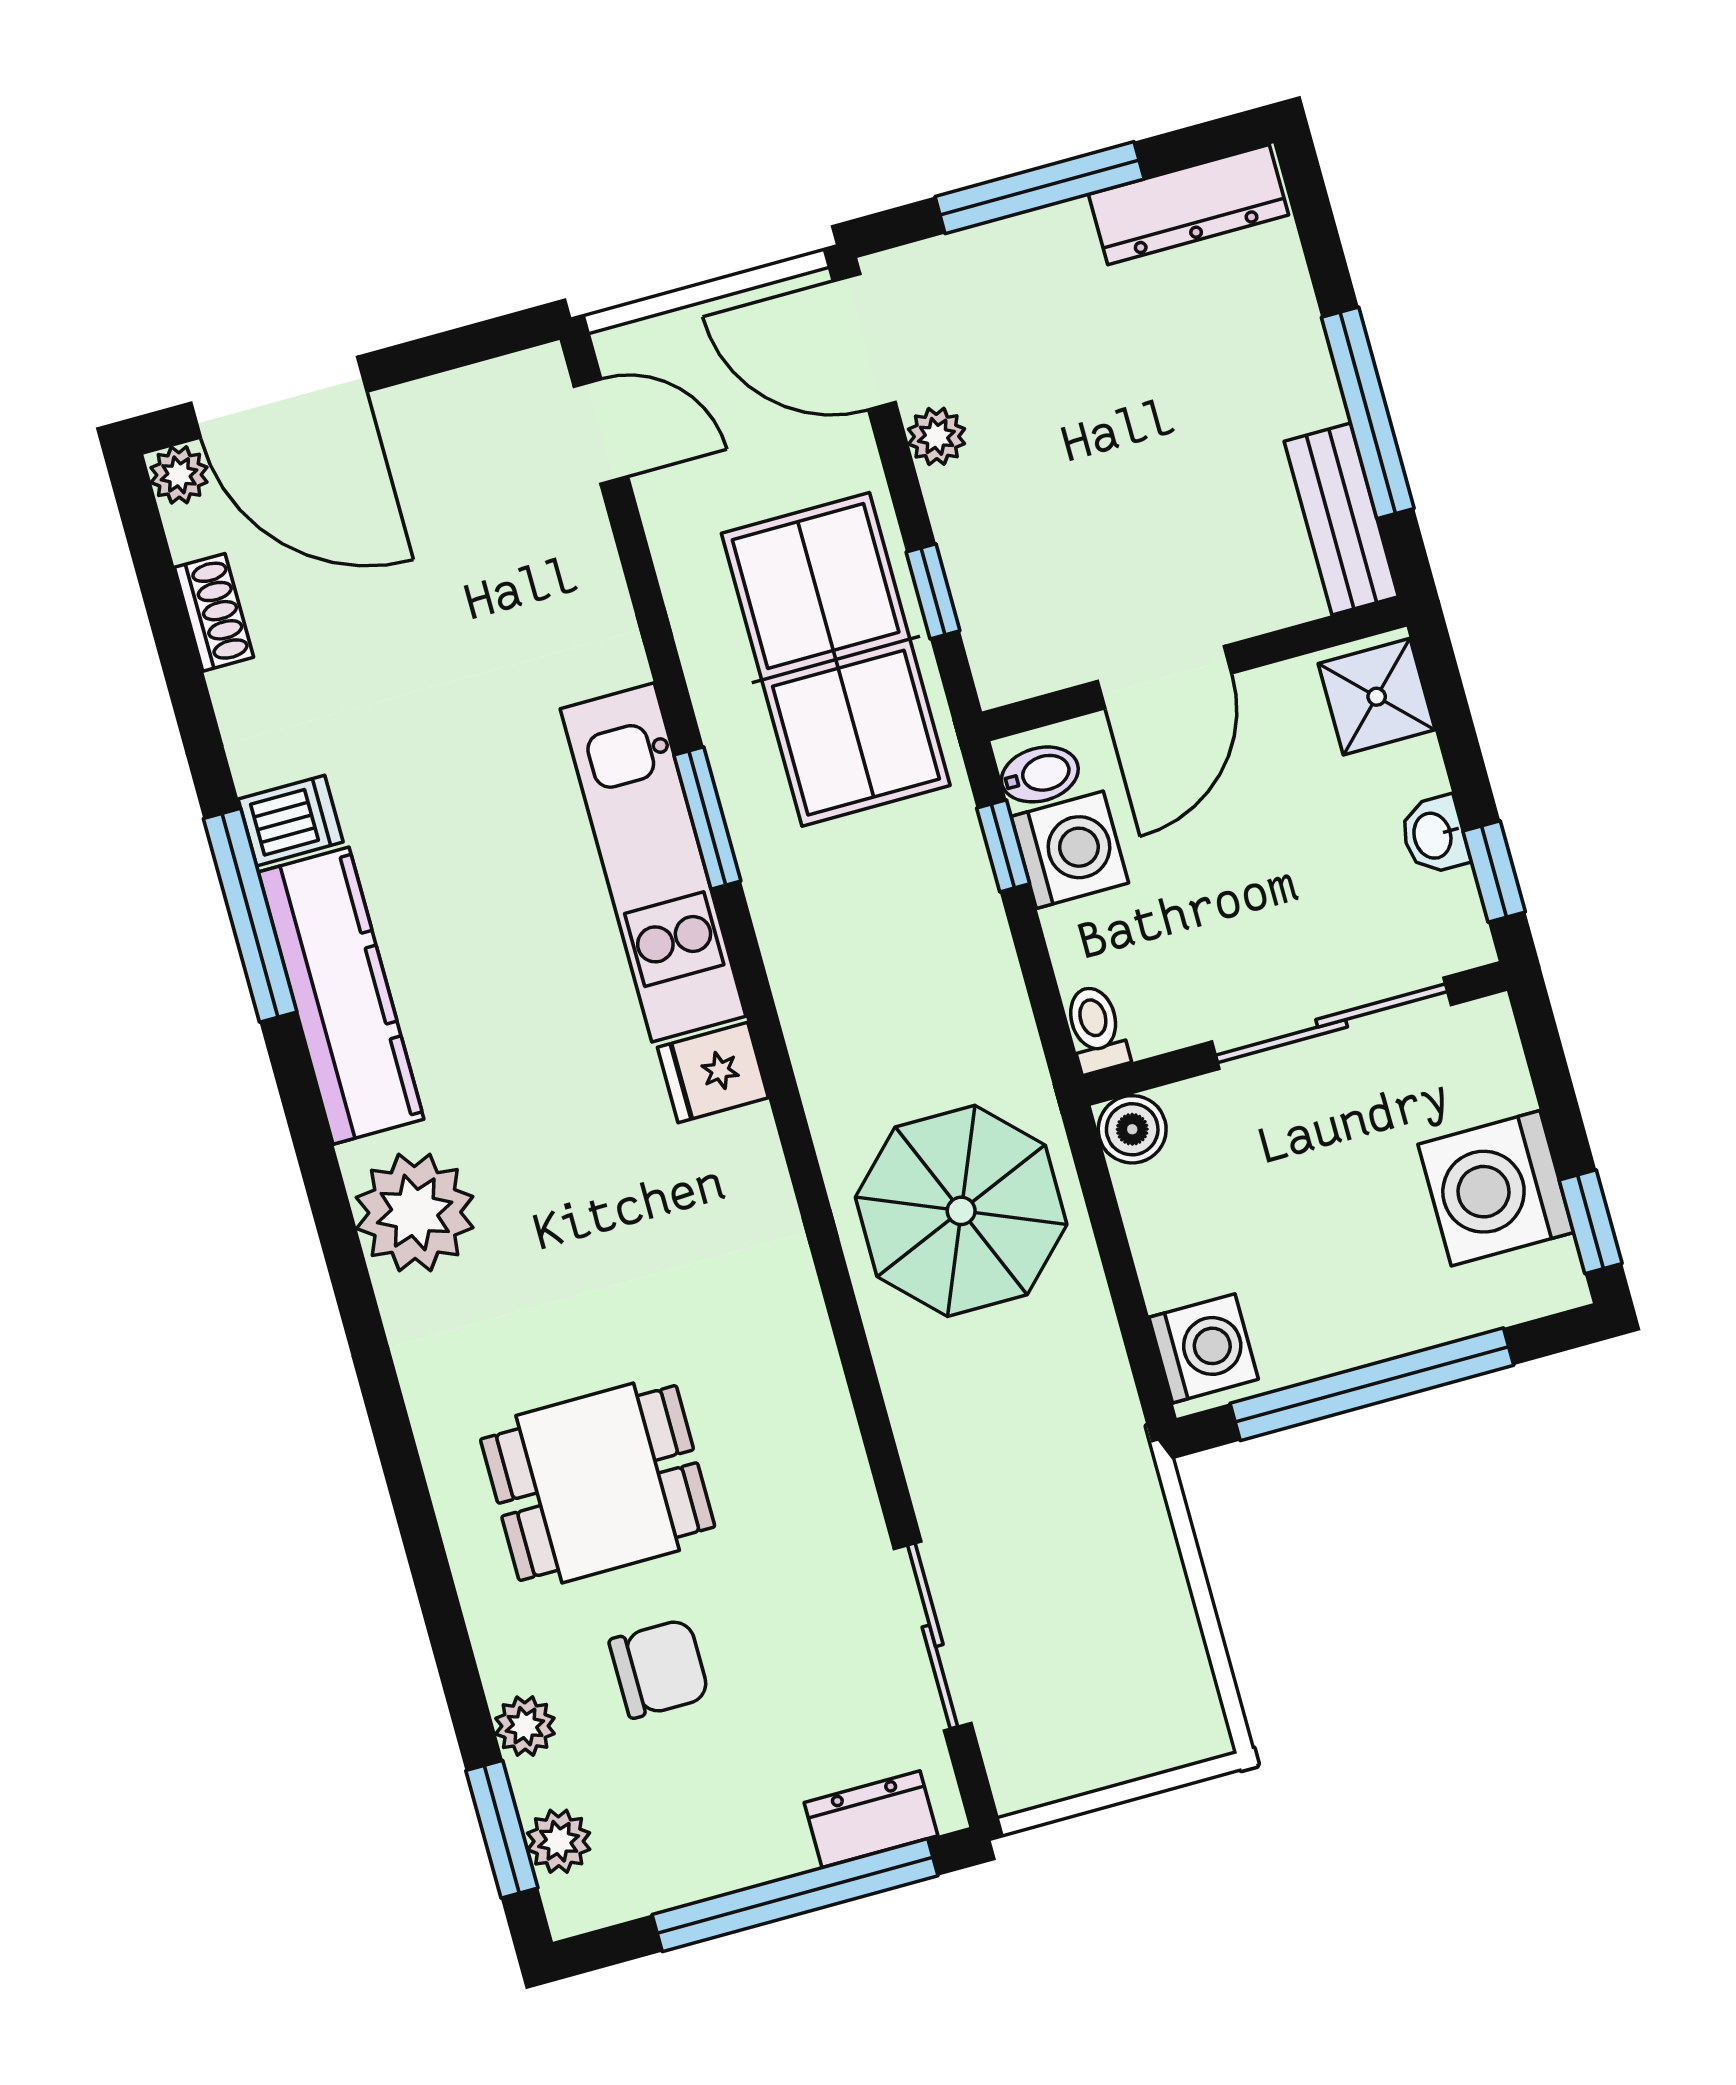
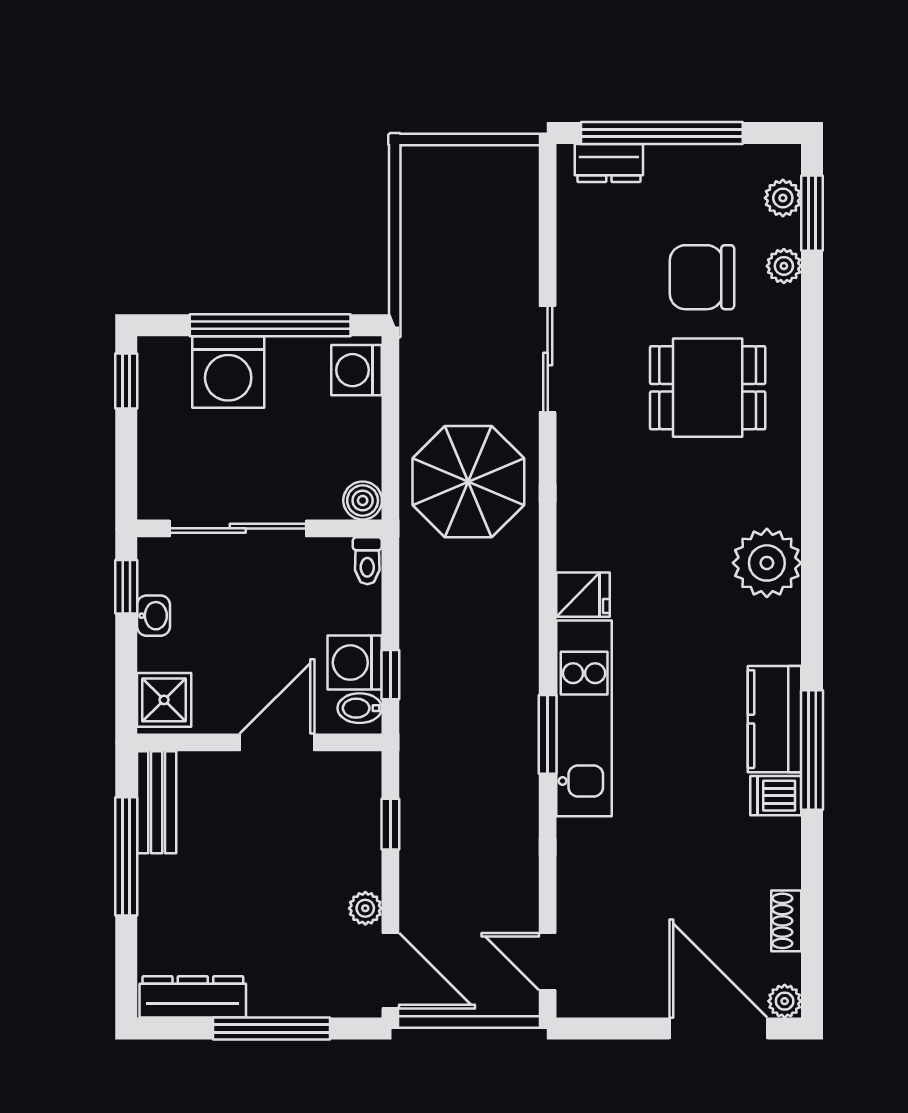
table tennis table: (836, 659) -> (454, 802), removed
kitchen counter: (341, 996) -> (774, 719), width x0.67
washing machine: (1496, 1188) -> (228, 372), moved, turned 90
sliding door: (933, 1636) -> (548, 359), moved
chair: (659, 1669) -> (702, 277), width x1.37, depth x1.37

